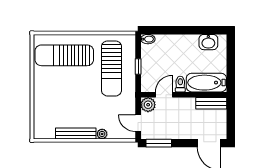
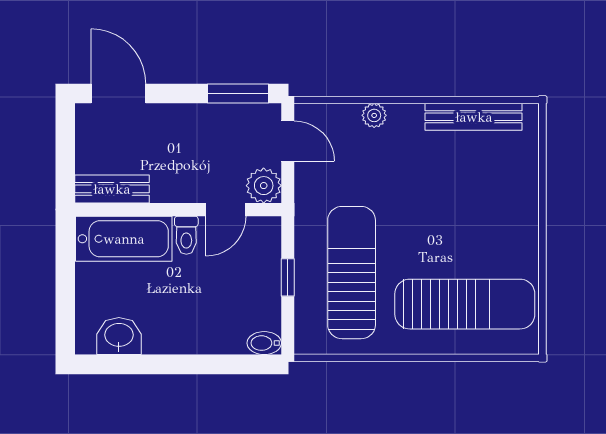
bench: (76, 133) -> (474, 117), moved

